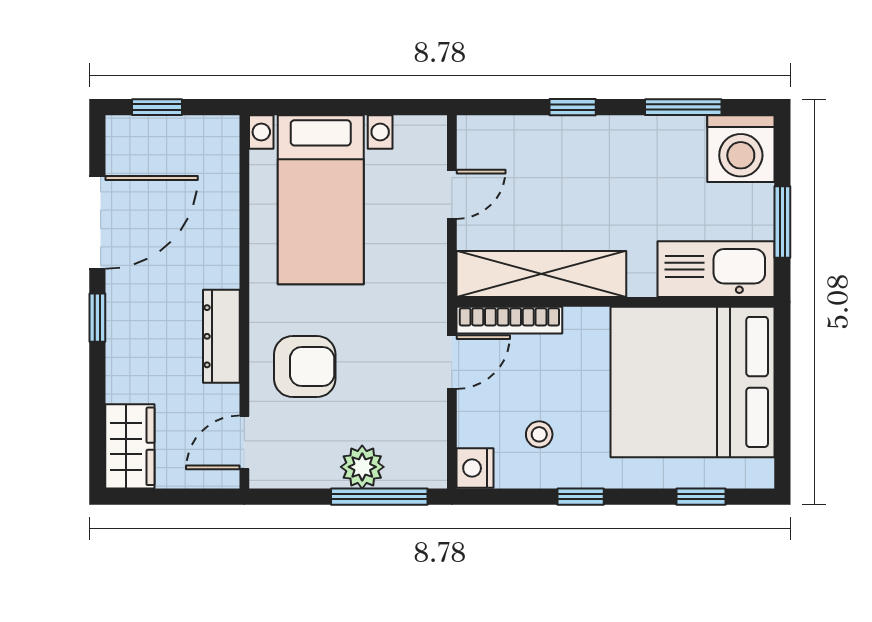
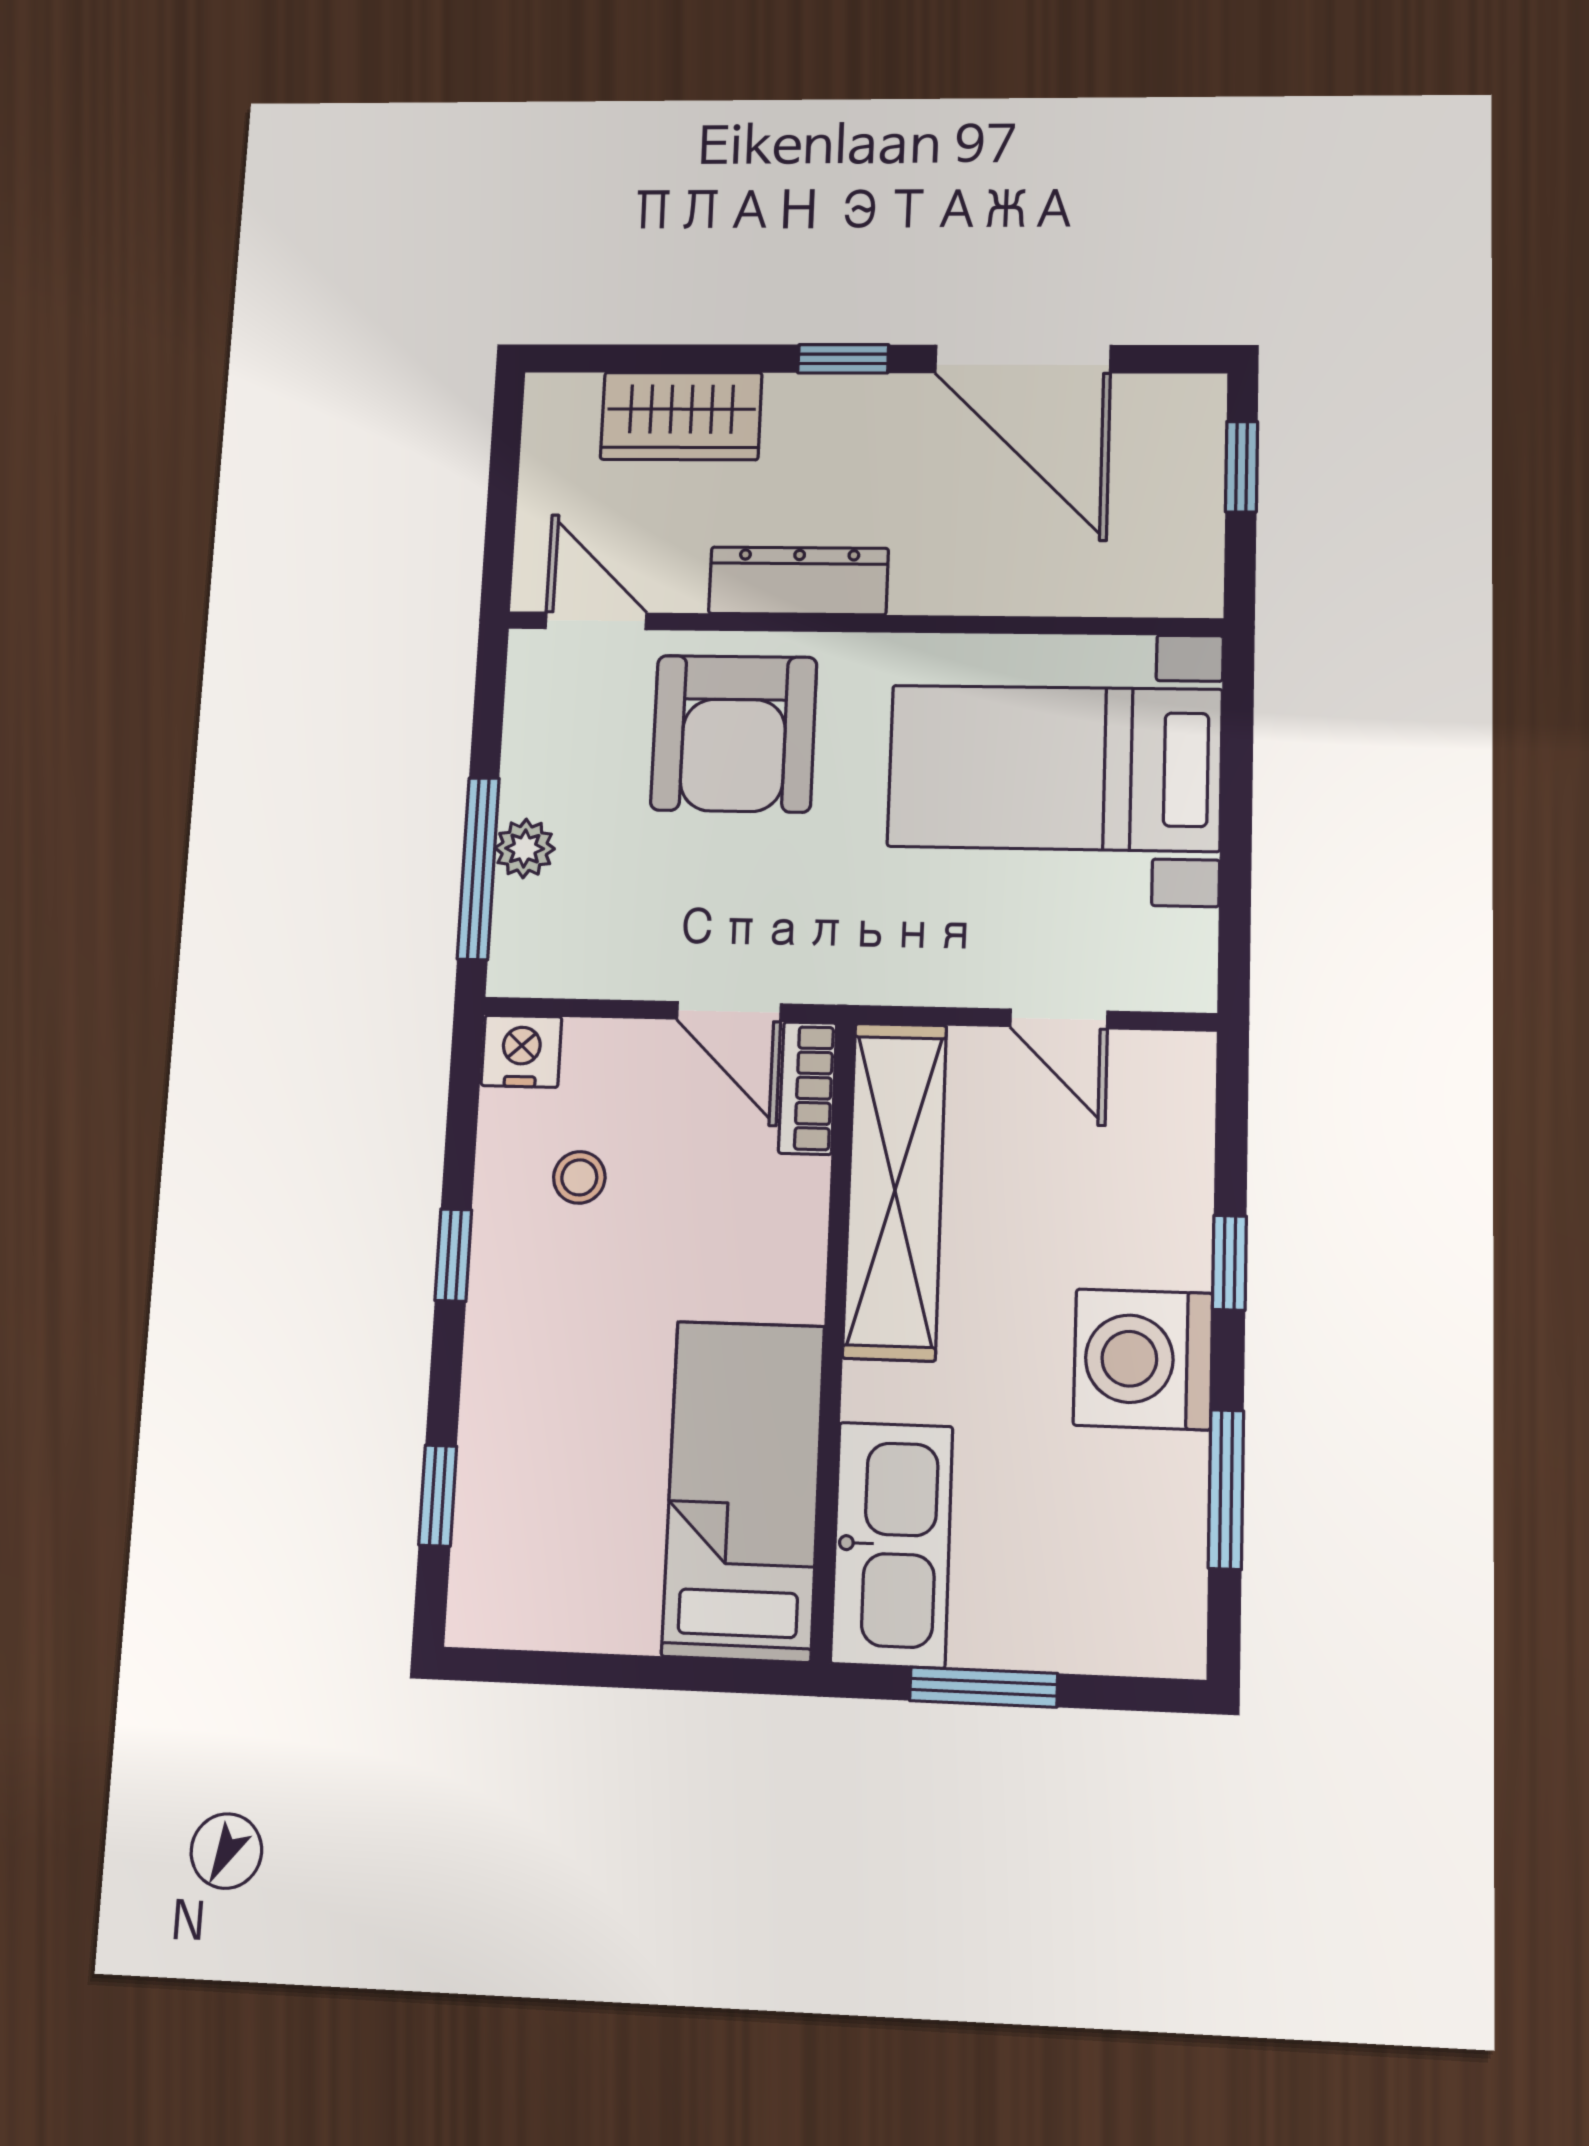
washing machine: (741, 149) -> (1143, 1359), moved
bookcase: (509, 320) -> (808, 1088), width x0.64
armchair: (305, 366) -> (734, 734), width x1.36, depth x1.36
bed: (692, 382) -> (743, 1490), width x0.49
wardrobe: (130, 446) -> (681, 416), moved
plant: (362, 467) -> (525, 848), width x0.73, depth x0.73

